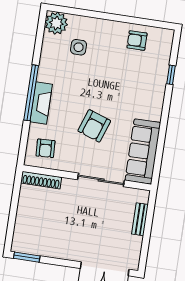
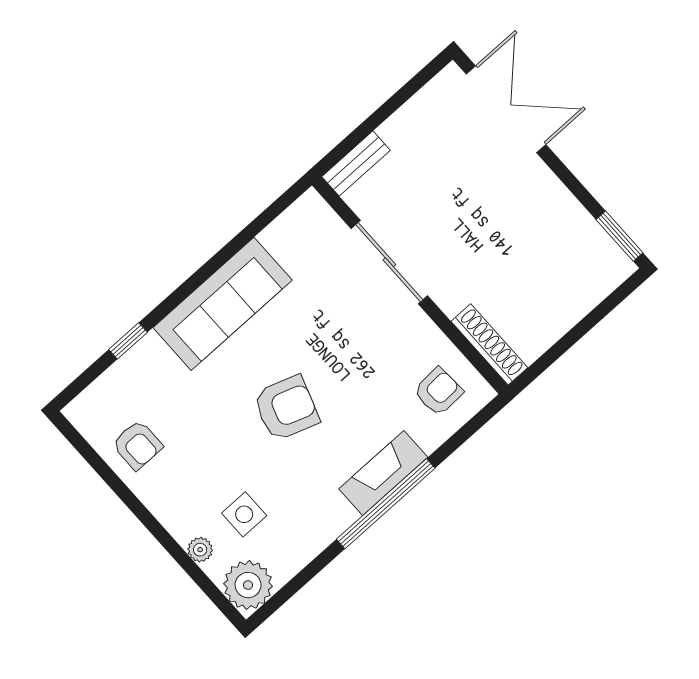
plant: (84, 22) -> (200, 550), added
armchair: (94, 126) -> (286, 408), moved
sofa: (143, 152) -> (223, 304), moved
bench: (140, 219) -> (356, 163), moved

